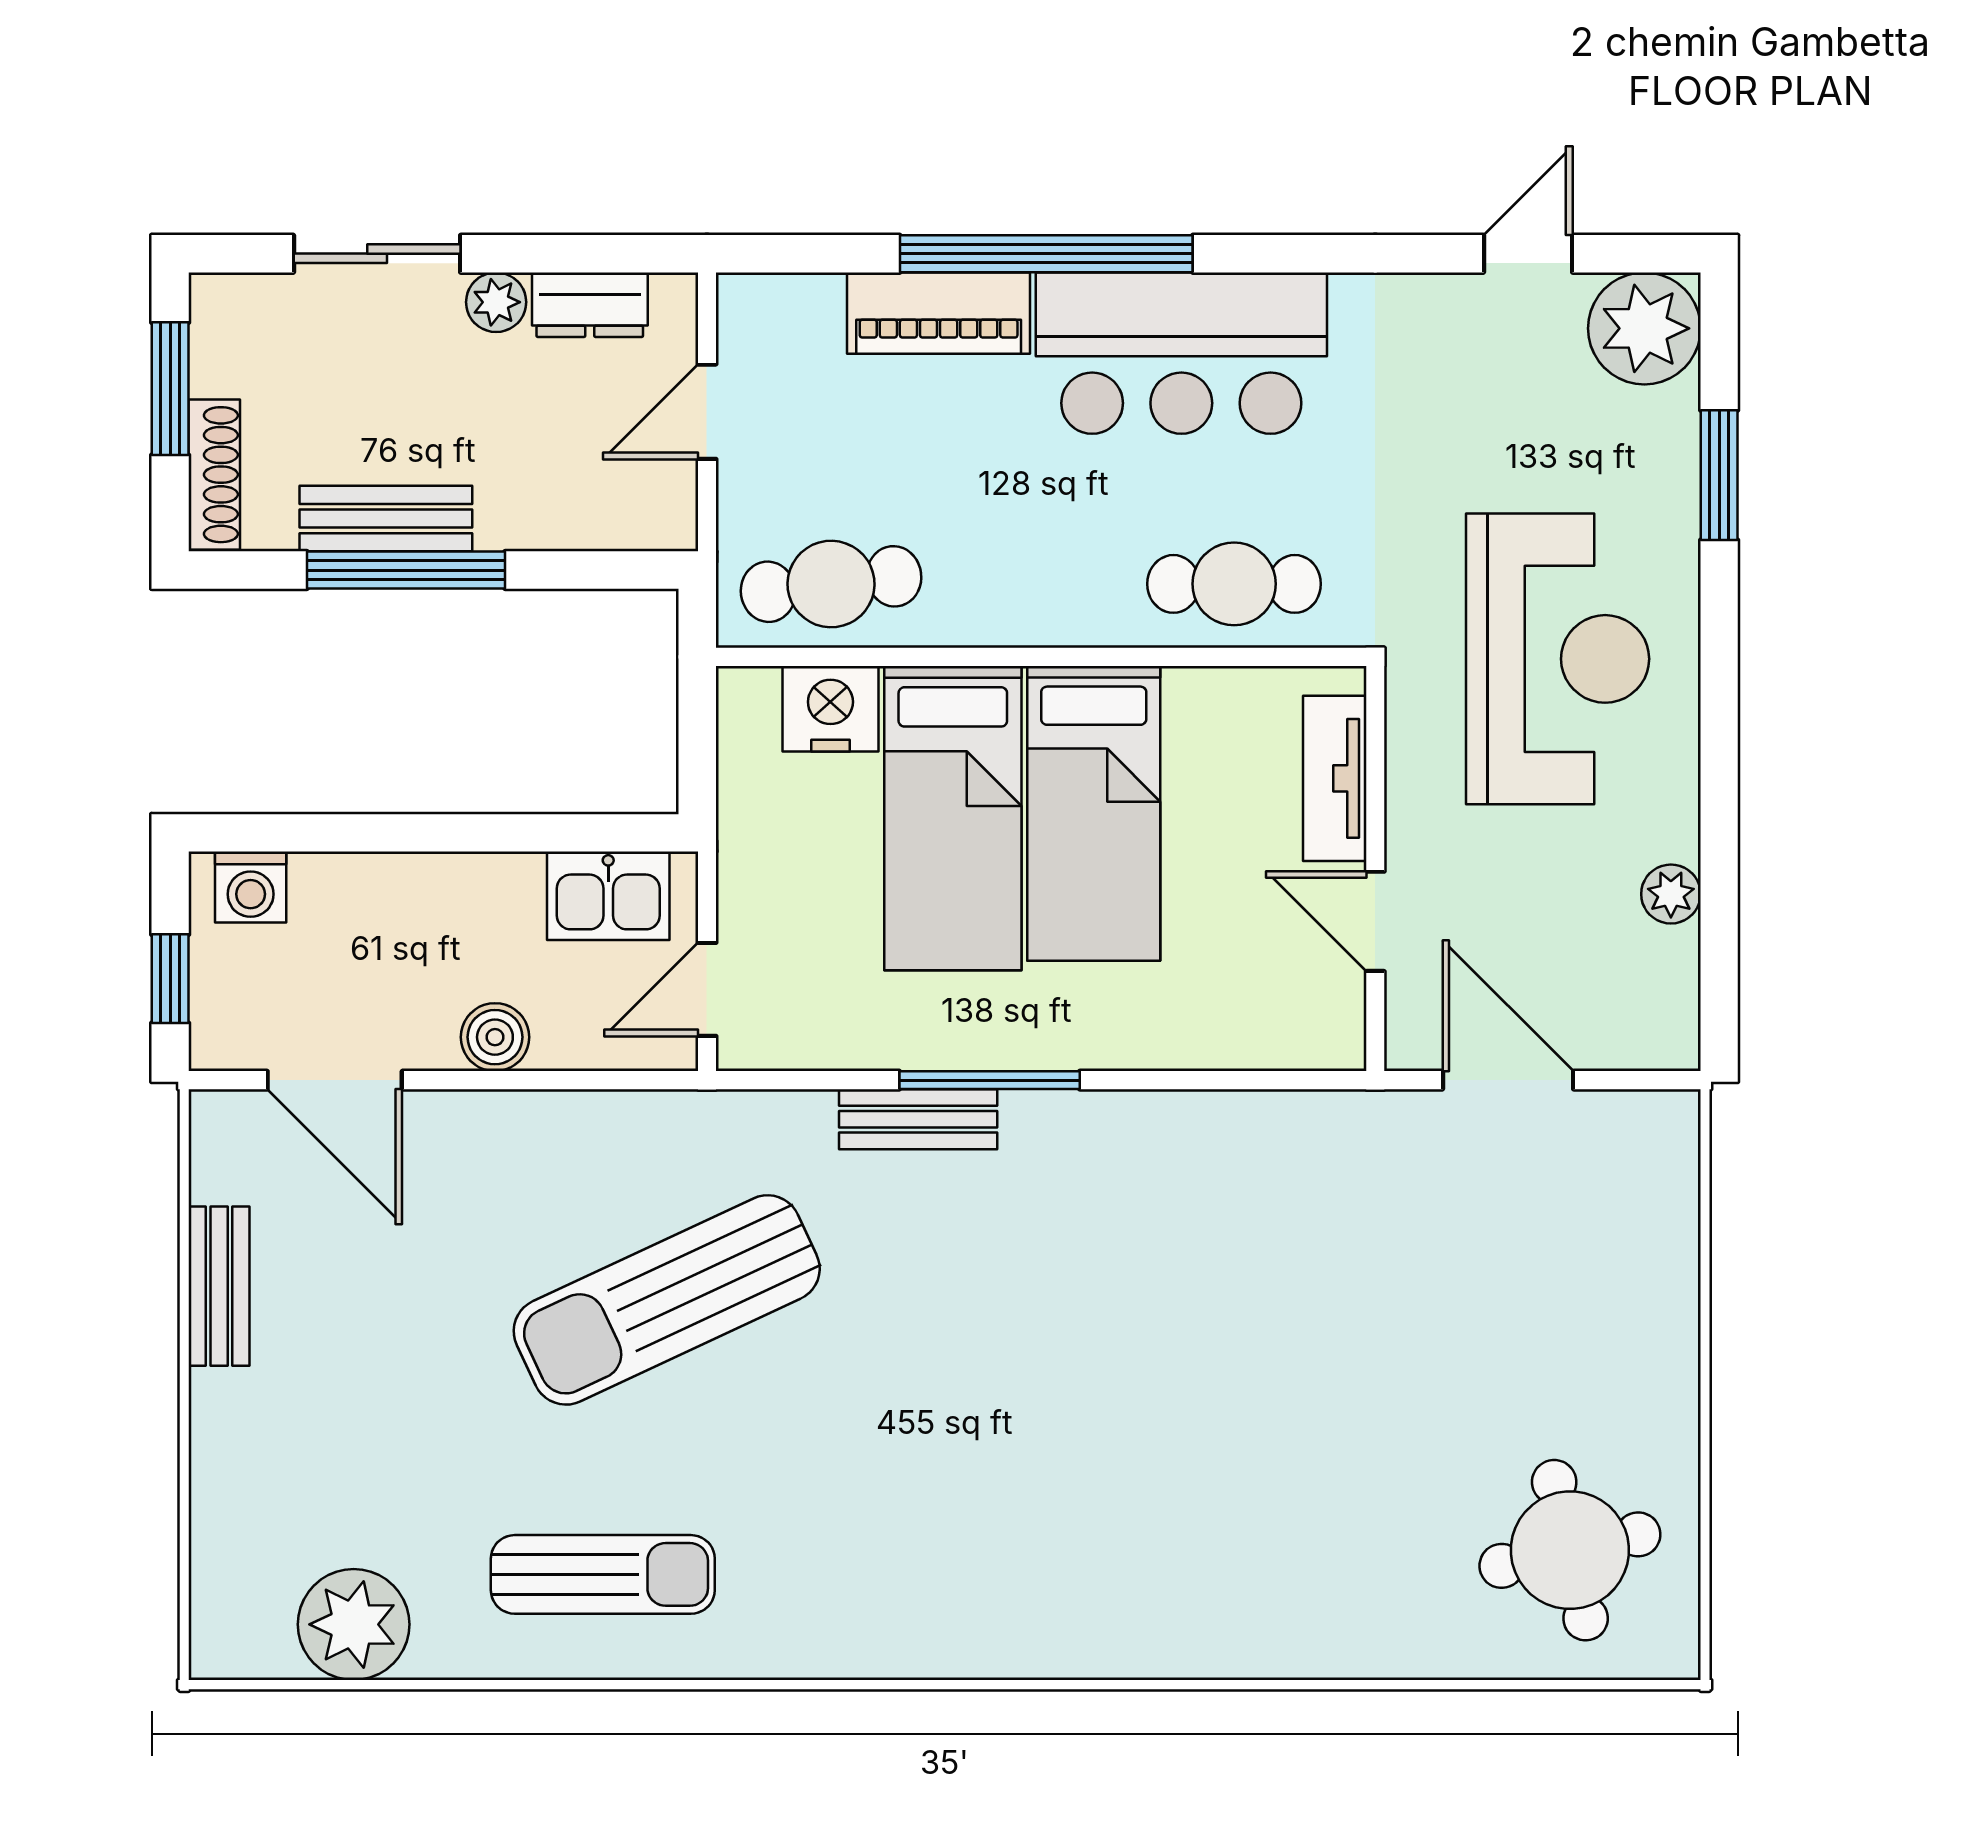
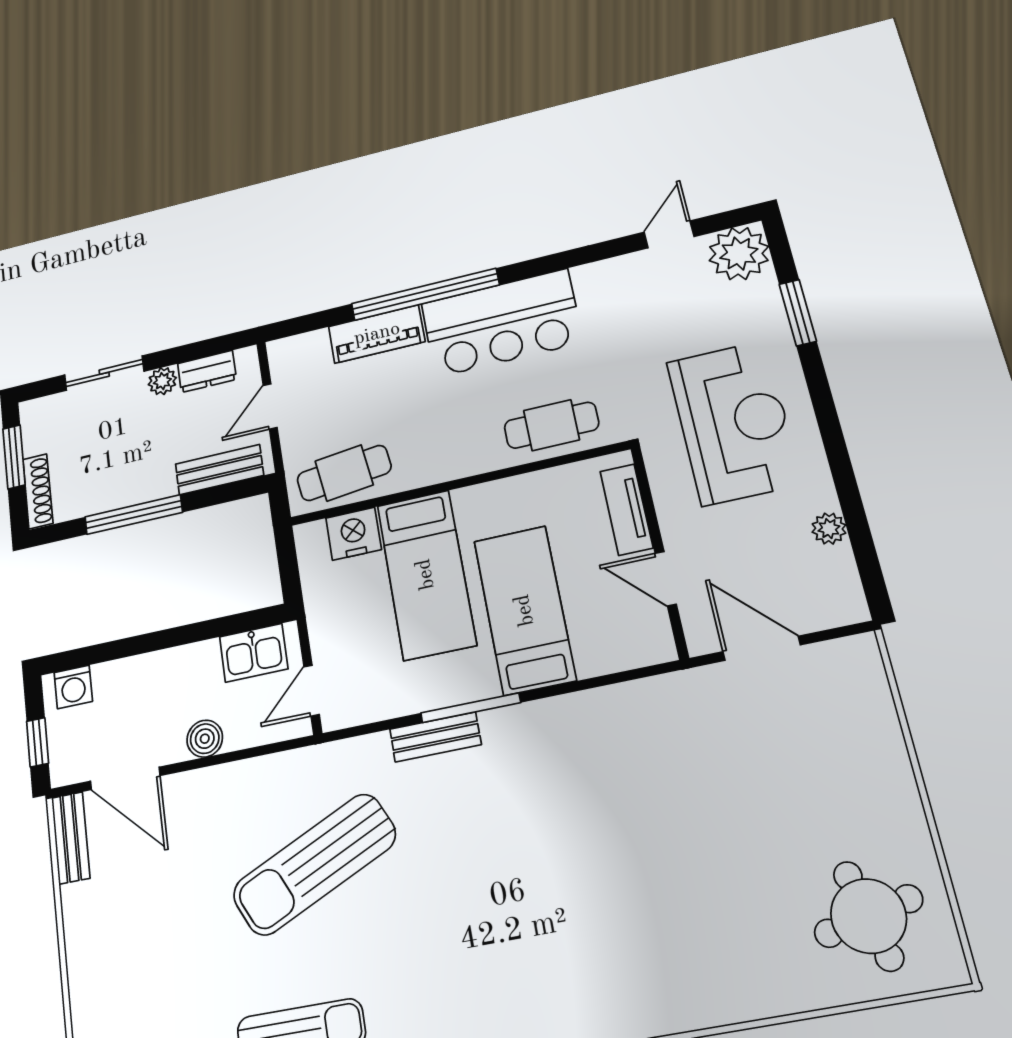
bench: (386, 519) -> (219, 470), moved
bed: (1094, 813) -> (525, 610), moved, turned 180
bench: (219, 1286) -> (71, 838), moved

